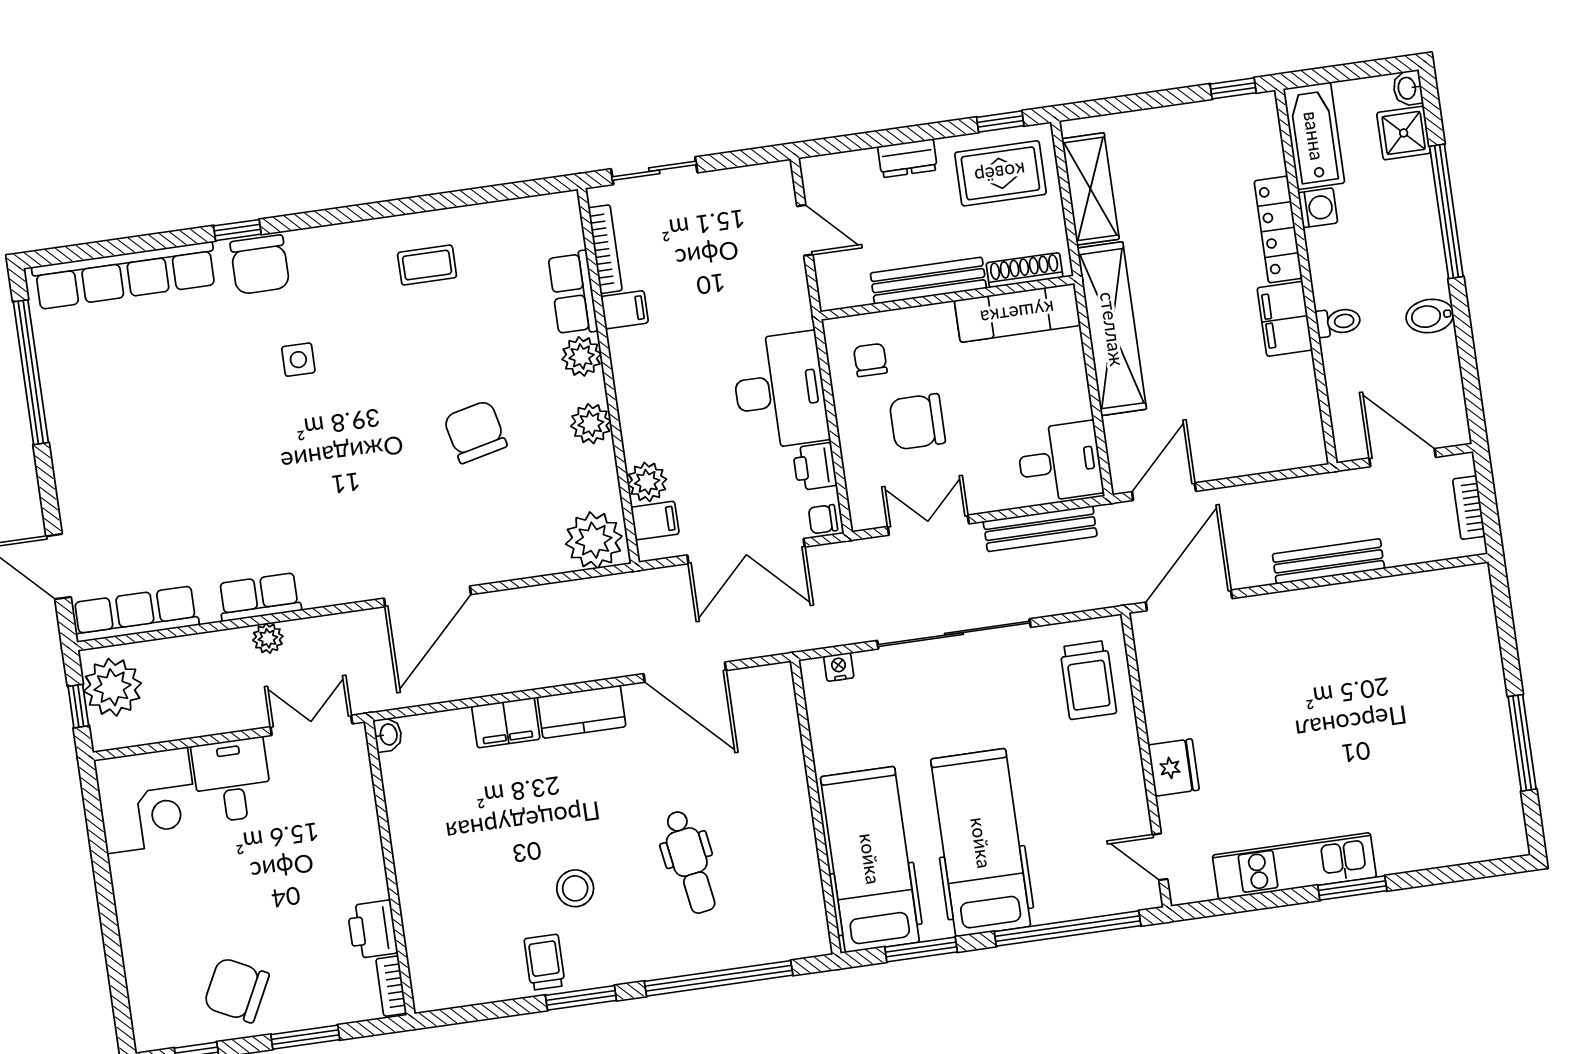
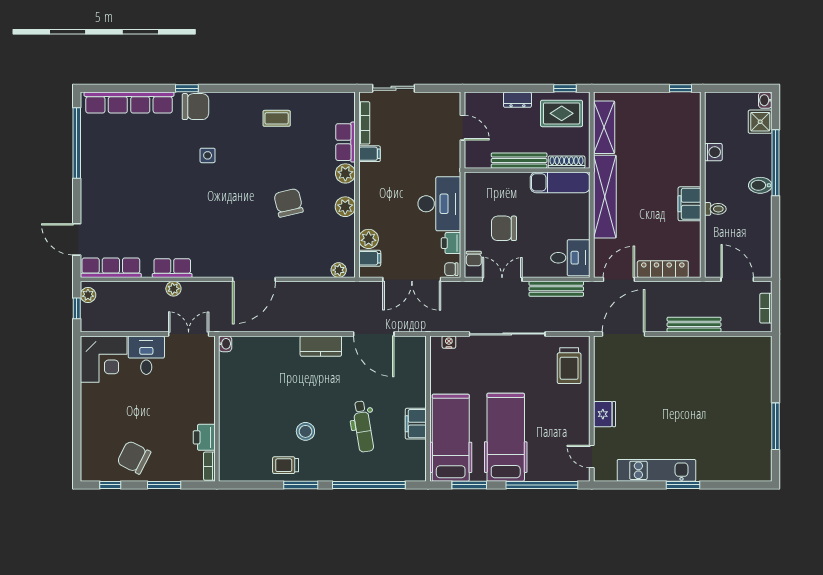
bathtub: (1314, 136) -> (716, 117), removed
locker: (1278, 230) -> (663, 269), moved, turned 90
chair: (260, 265) -> (195, 107), turned -90
bidet: (1430, 316) -> (760, 185), moved
chair: (870, 360) -> (474, 259), moved, turned 180
plant: (594, 540) -> (339, 270), width x0.53, depth x0.53
plant: (113, 687) -> (88, 295), width x0.53, depth x0.53
filing cabinet: (506, 723) -> (416, 424), moved, turned 90
trolley: (545, 962) -> (286, 465), turned -90

